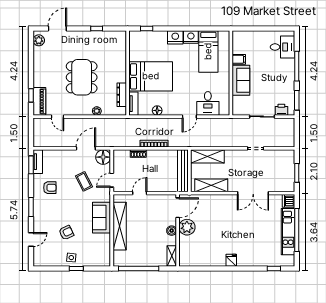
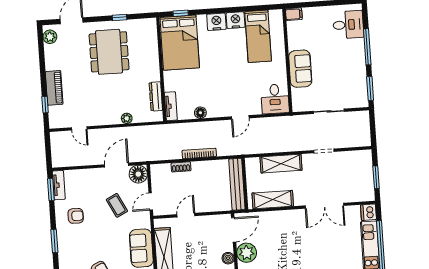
filing cabinet: (239, 59) -> (294, 14), moved
bed: (151, 76) -> (180, 43), moved, turned 90
dining table: (82, 77) -> (109, 52), moved
piano: (39, 101) -> (54, 88), moved
desk: (208, 103) -> (275, 99), moved
printer: (281, 110) -> (352, 101), removed
shelving: (207, 156) -> (281, 164), moved

